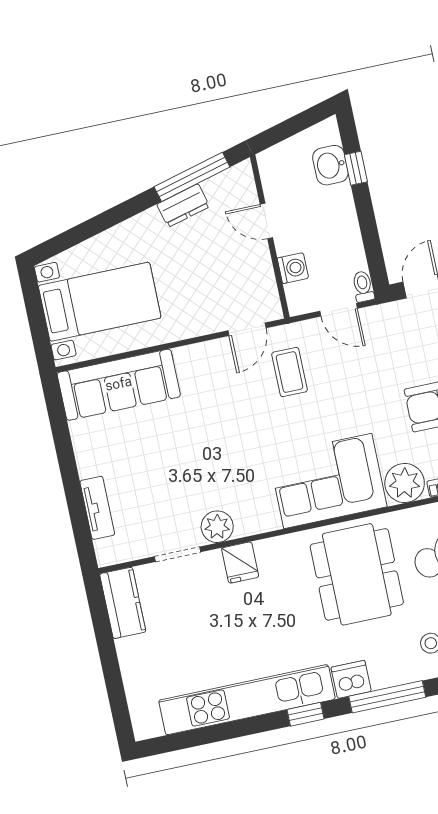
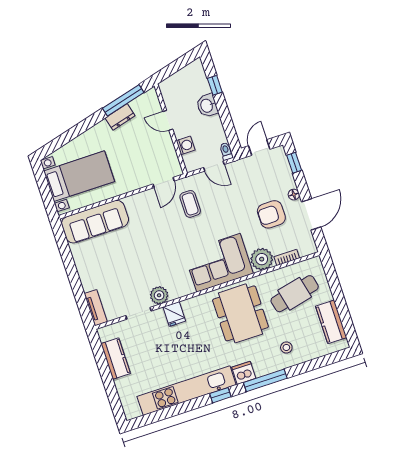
washbasin: (330, 165) -> (207, 106), moved
tv unit: (97, 508) -> (96, 308), moved
kitchen counter: (123, 603) -> (116, 359), moved

